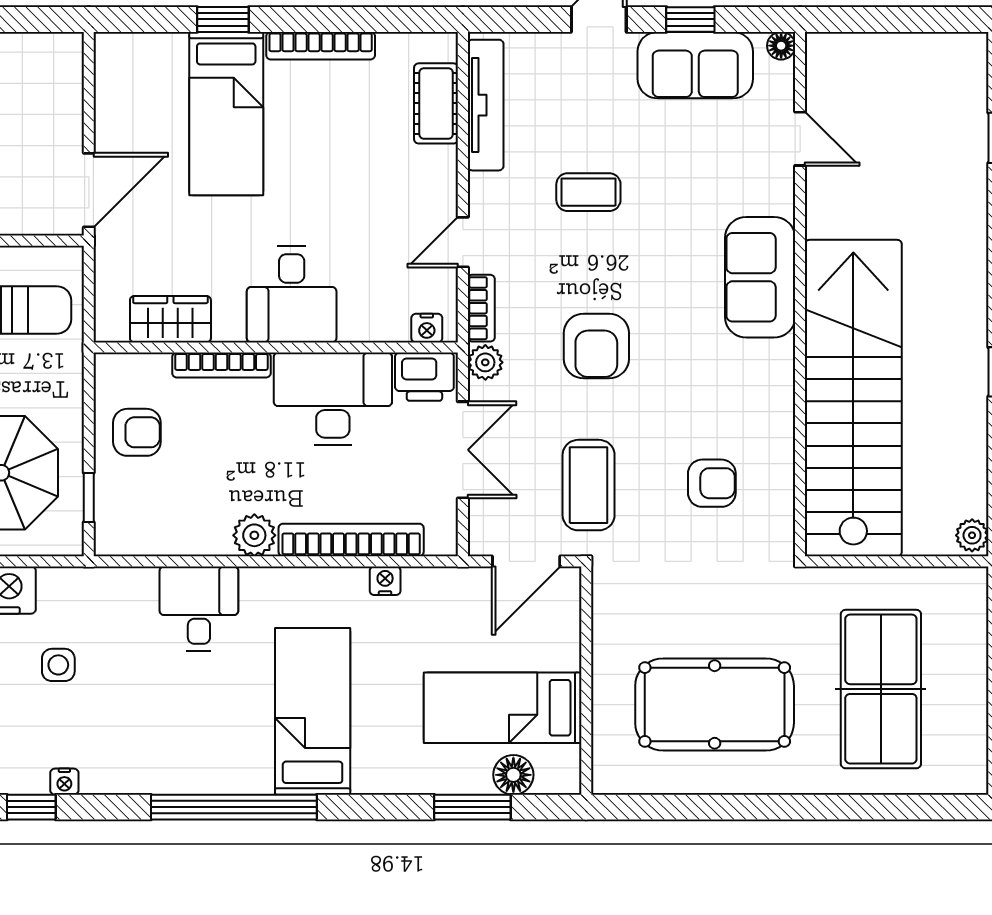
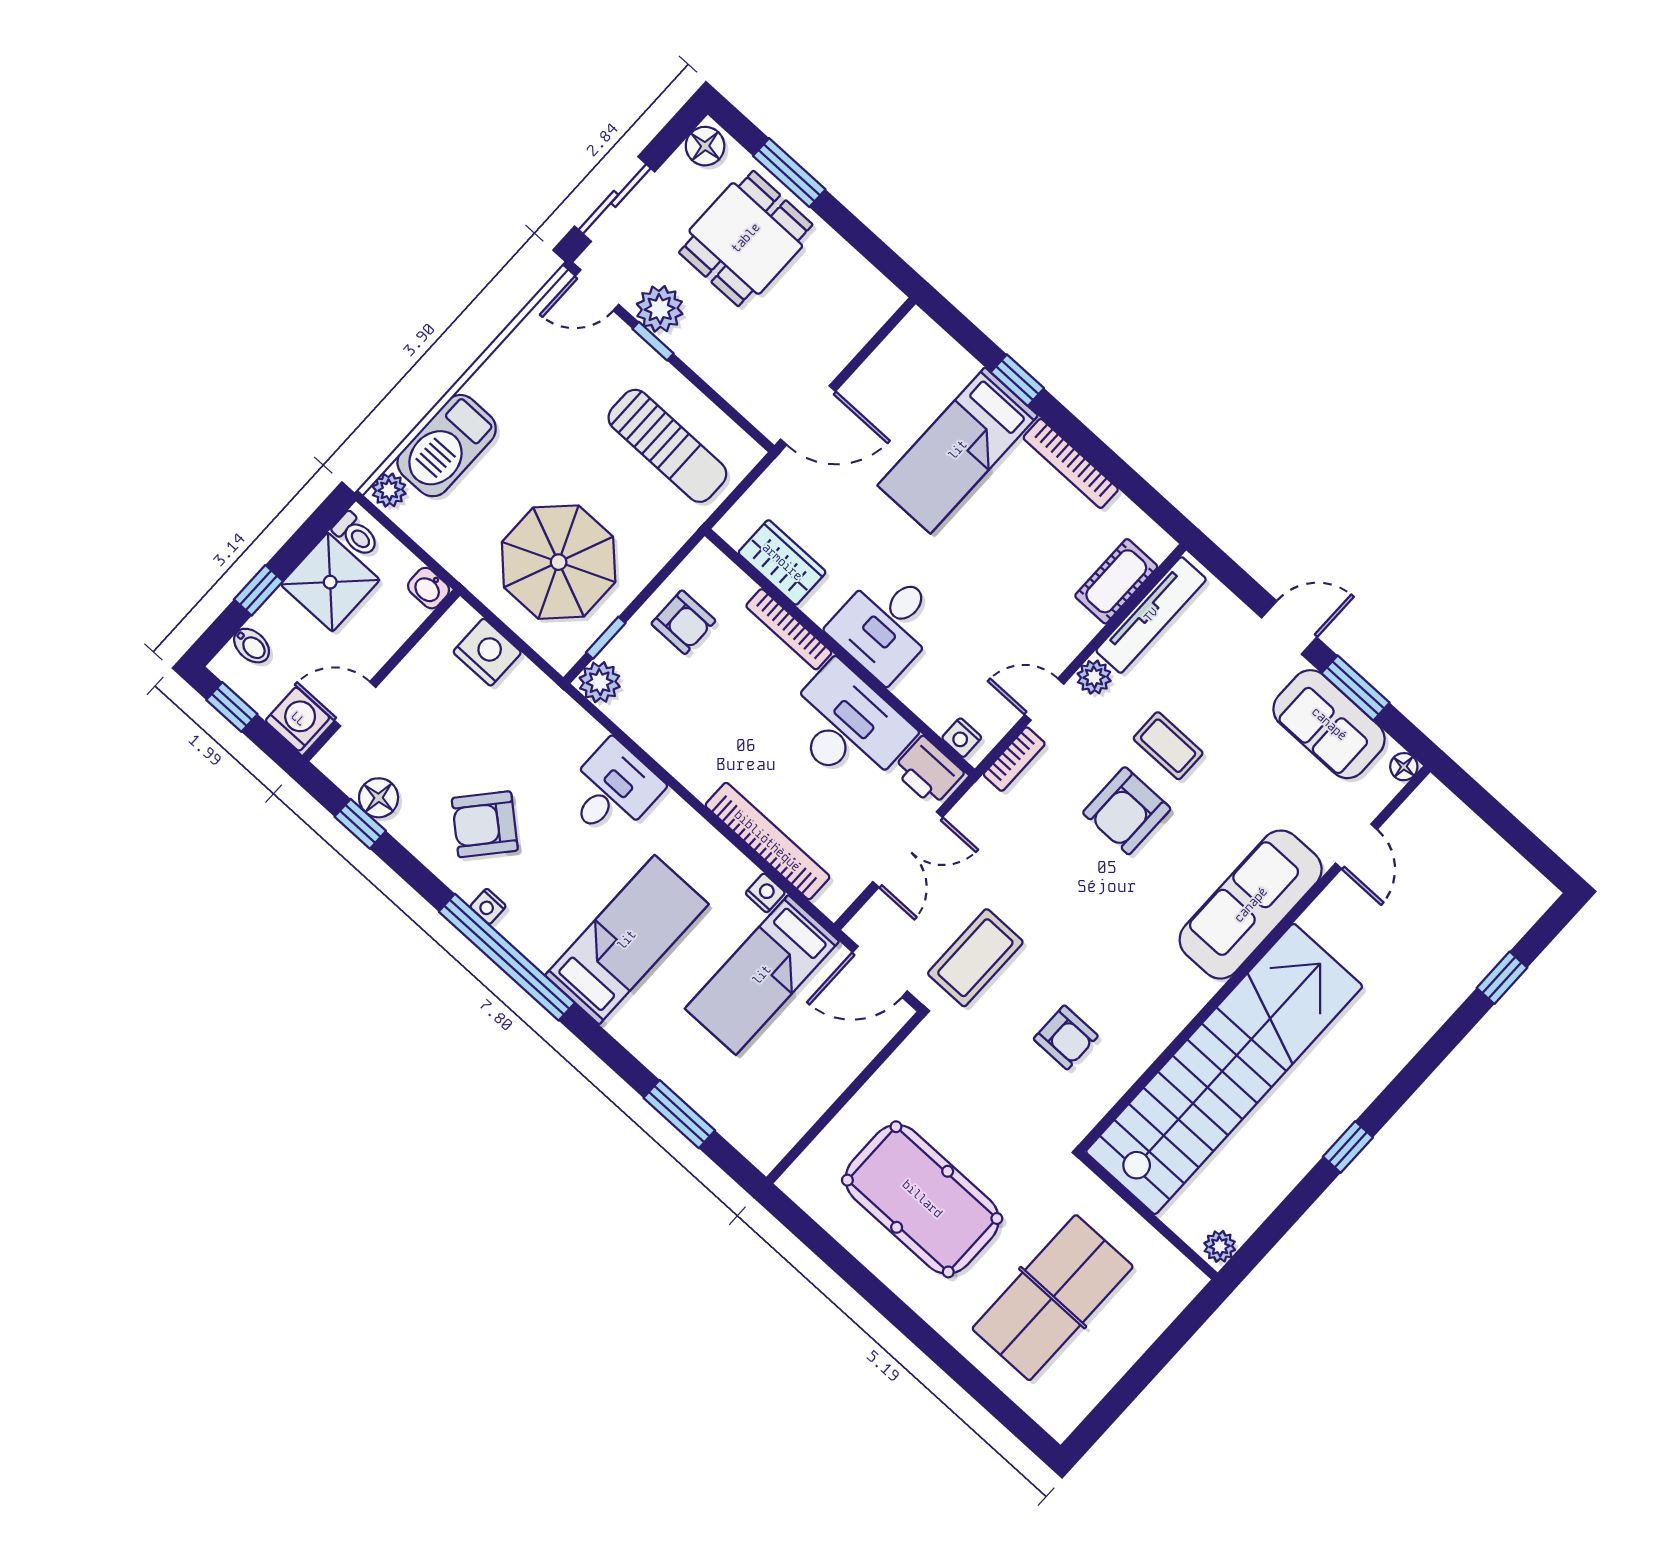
window: (690, 19) -> (1356, 688), width x1.50
sofa: (760, 277) -> (1251, 905), width x1.36
armchair: (596, 346) -> (1127, 811), moved
plant: (485, 362) -> (1094, 677), moved
plant: (254, 535) -> (600, 682), moved
side table: (58, 665) -> (473, 739), removed
bed: (503, 708) -> (762, 975), moved, turned -90
armchair: (126, 722) -> (485, 824), added
floor lamp: (513, 775) -> (379, 798), moved
nightstand: (64, 782) -> (488, 906), moved

